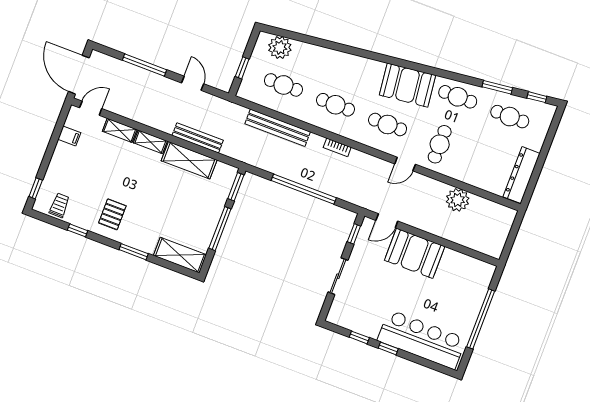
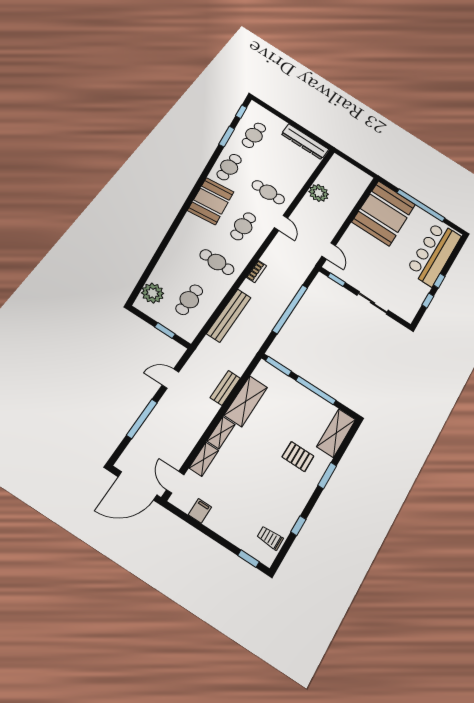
cafe table: (336, 105) -> (217, 262), turned 90
bench: (198, 138) -> (225, 388), width x0.73
pallet: (112, 214) -> (298, 457), moved
booth: (415, 253) -> (384, 213), moved, width x1.36, depth x1.42

